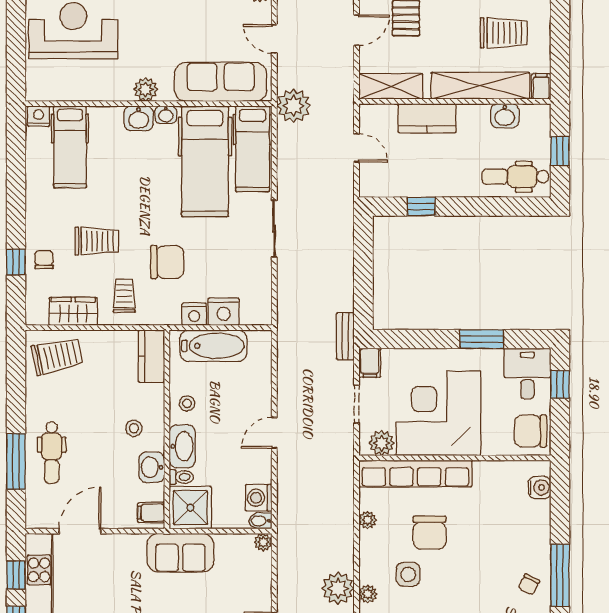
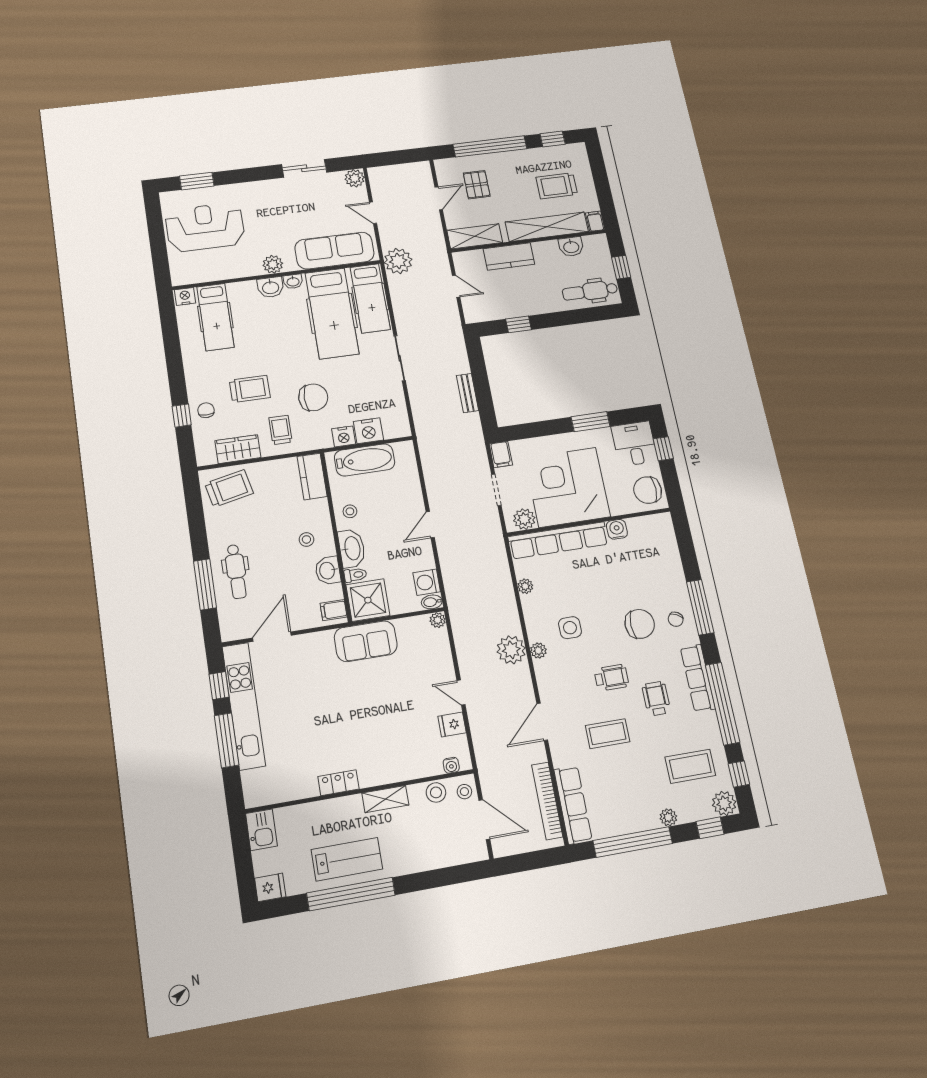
trolley: (504, 33) -> (557, 186), turned 180
bench: (345, 336) -> (467, 393), moved
water cooler: (540, 487) -> (617, 529), moved, turned -90
chair: (430, 532) -> (640, 624), moved, turned -90

